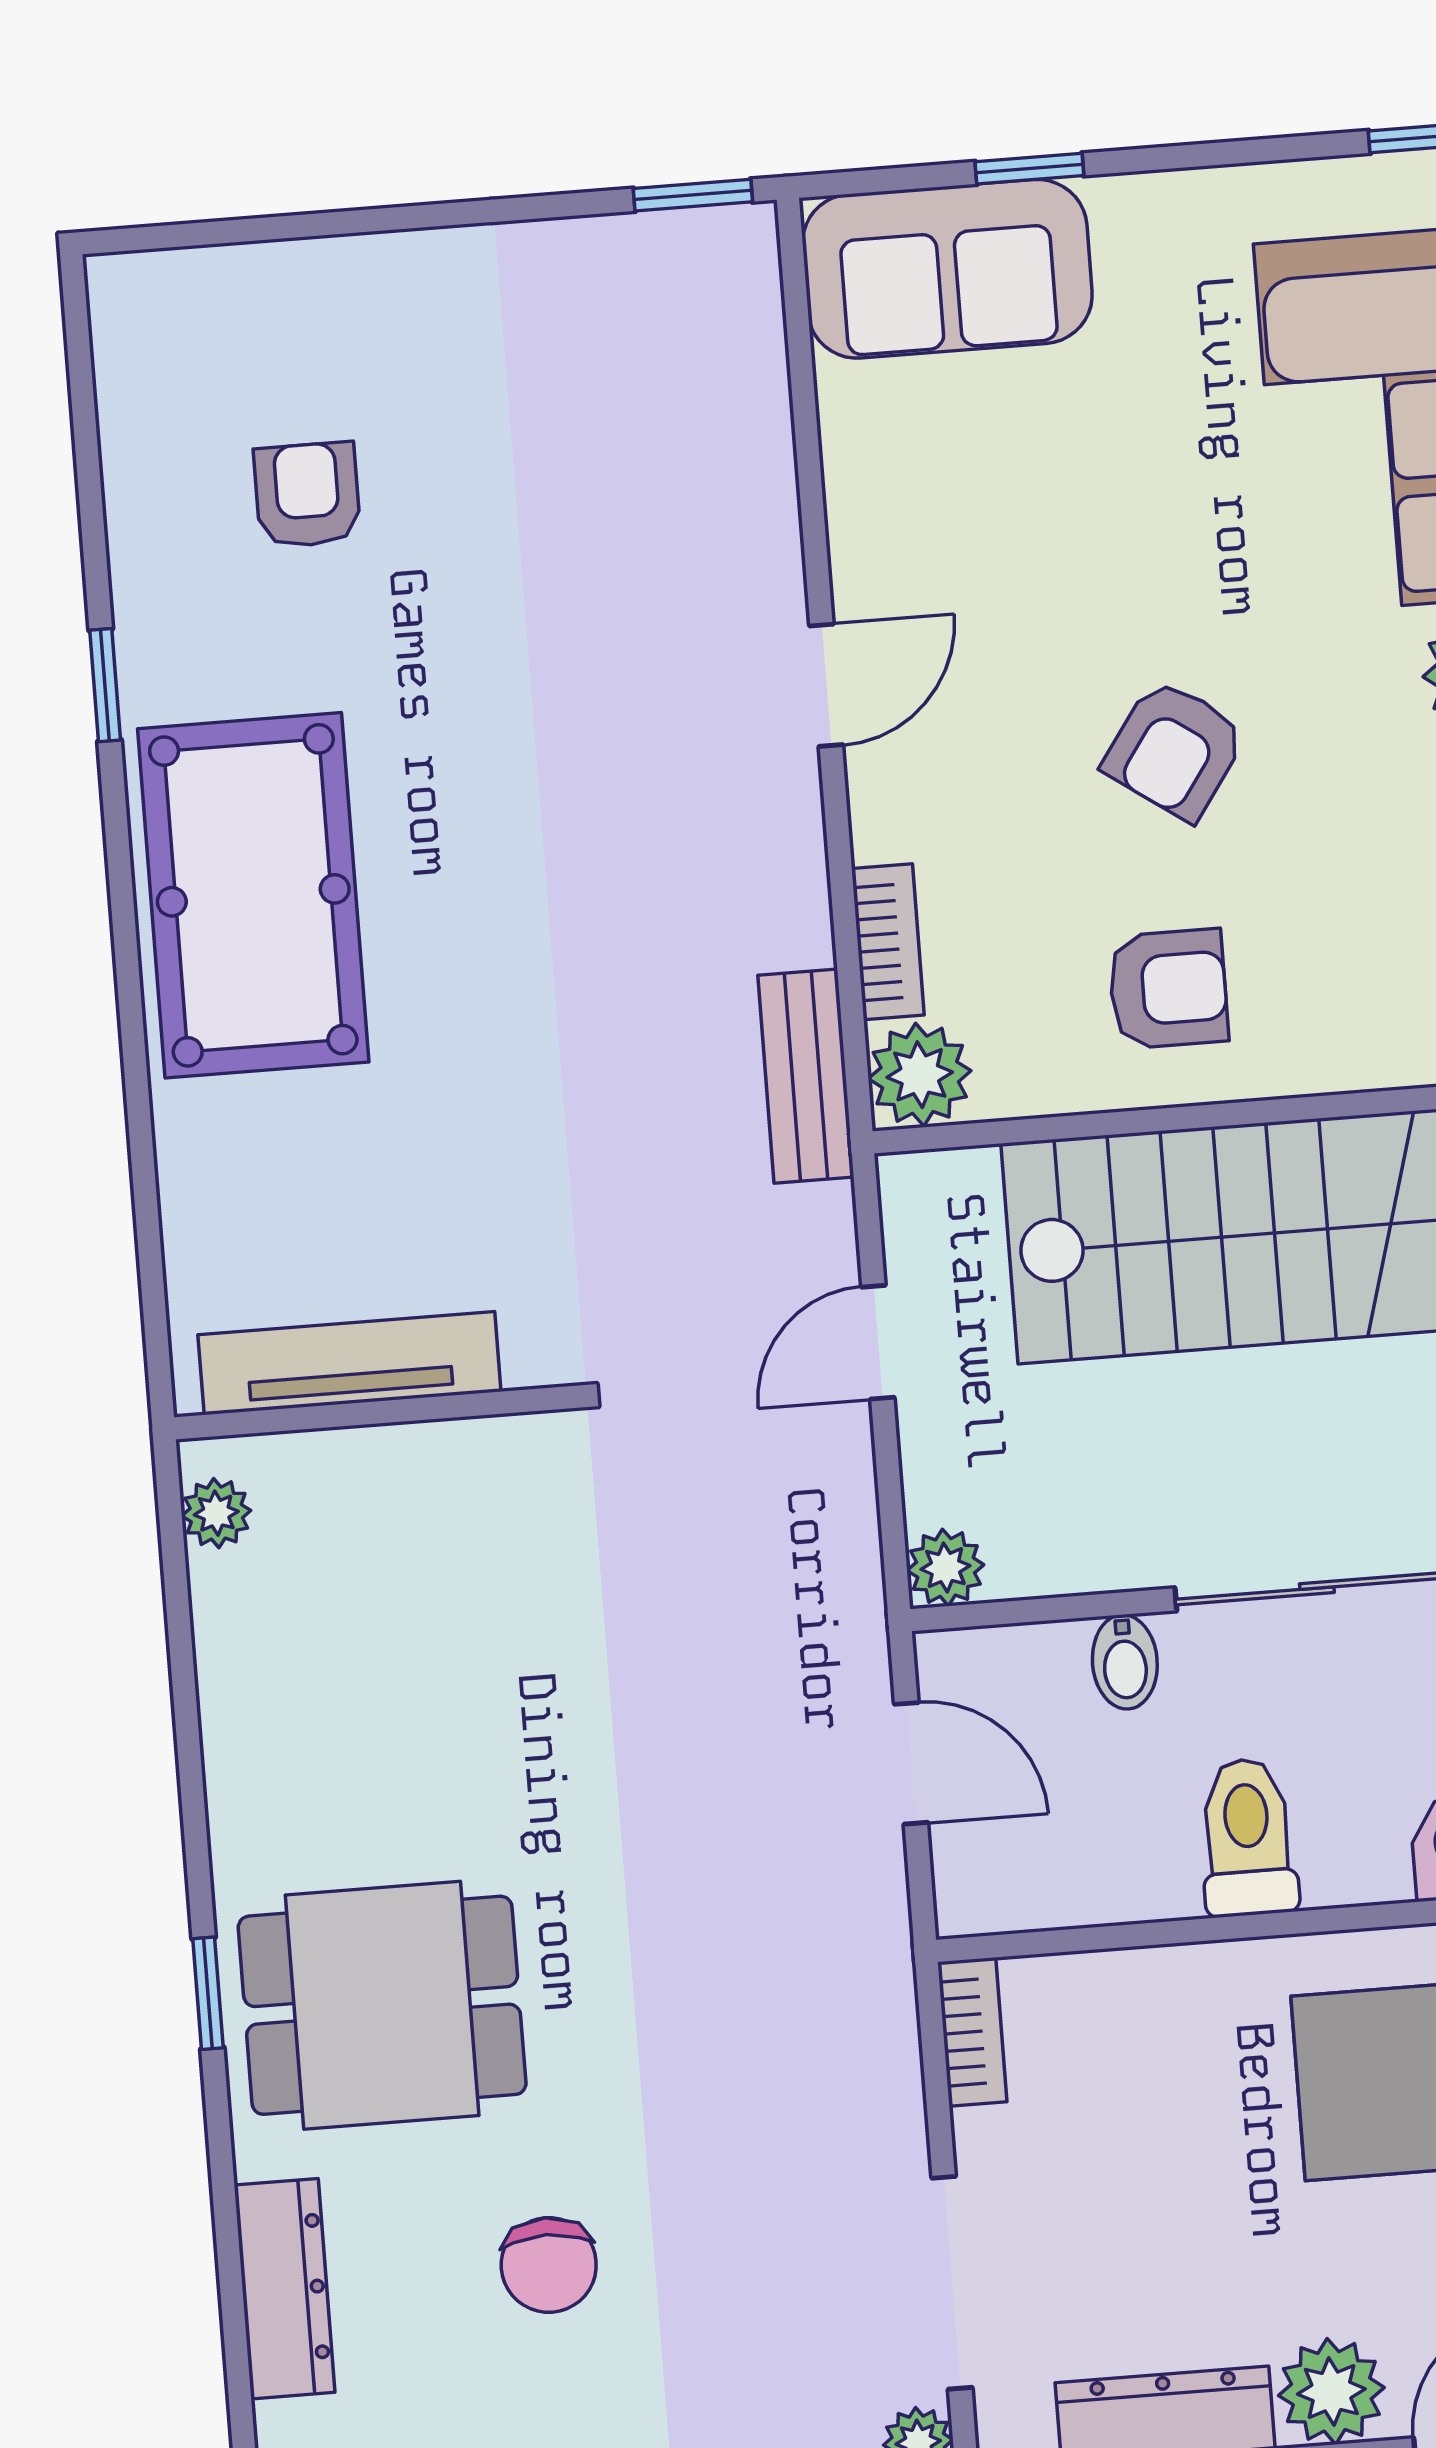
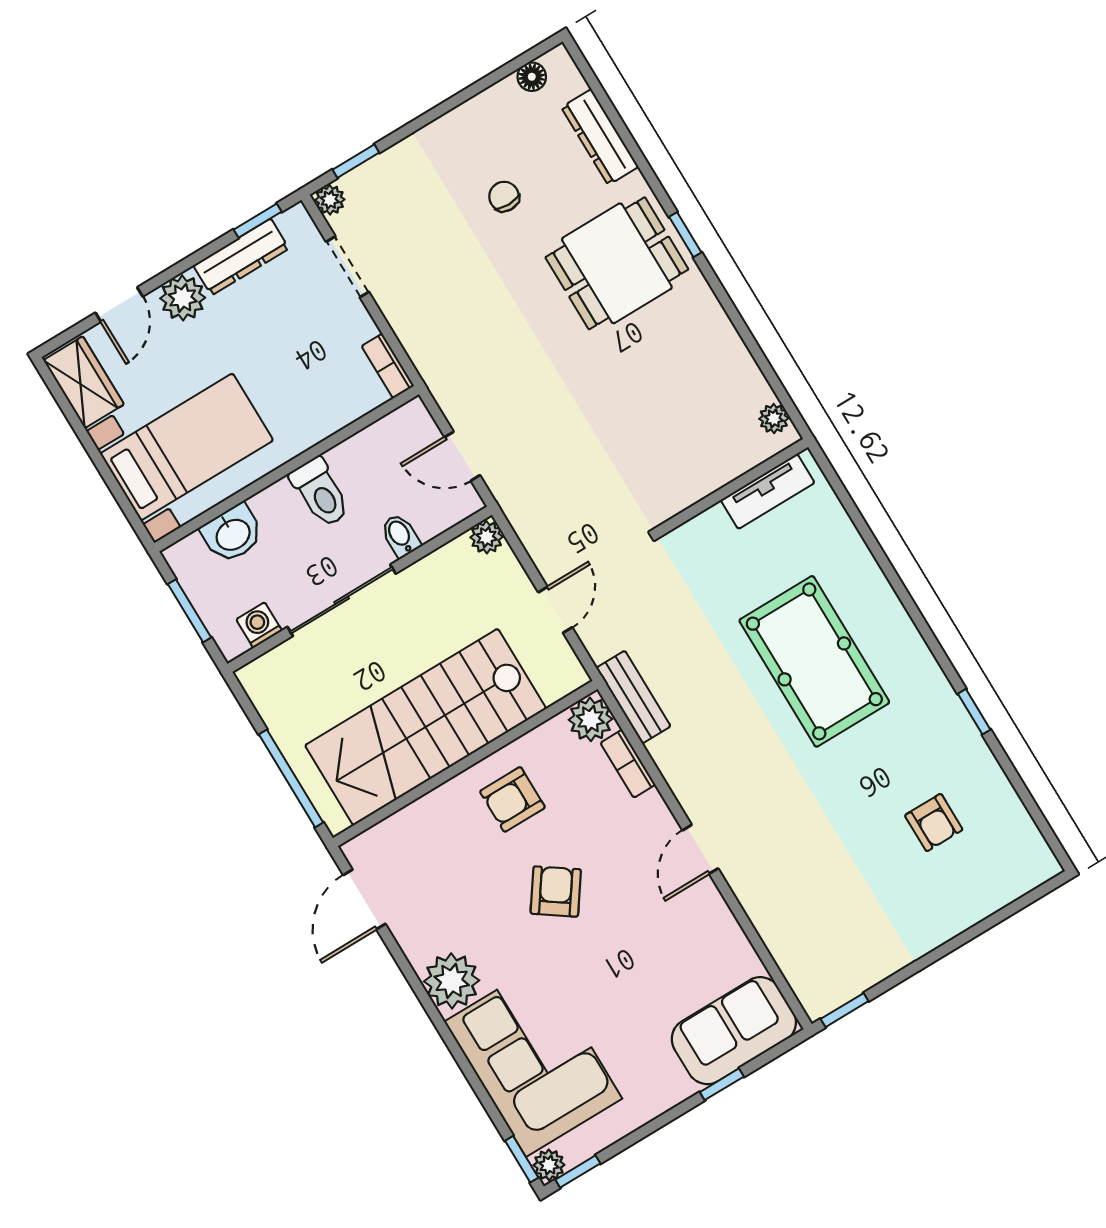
pool table: (253, 895) -> (814, 661), moved
tv unit: (349, 1363) -> (768, 491), width x0.71
chair: (549, 2265) -> (504, 197), width x0.73, depth x0.73
doorway: (952, 2283) -> (348, 267), width x0.73

